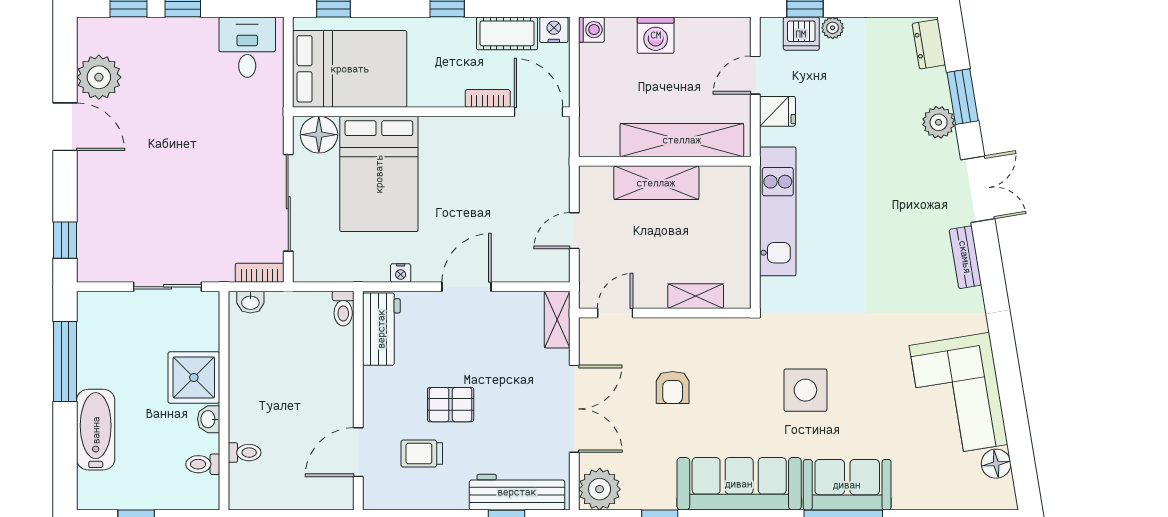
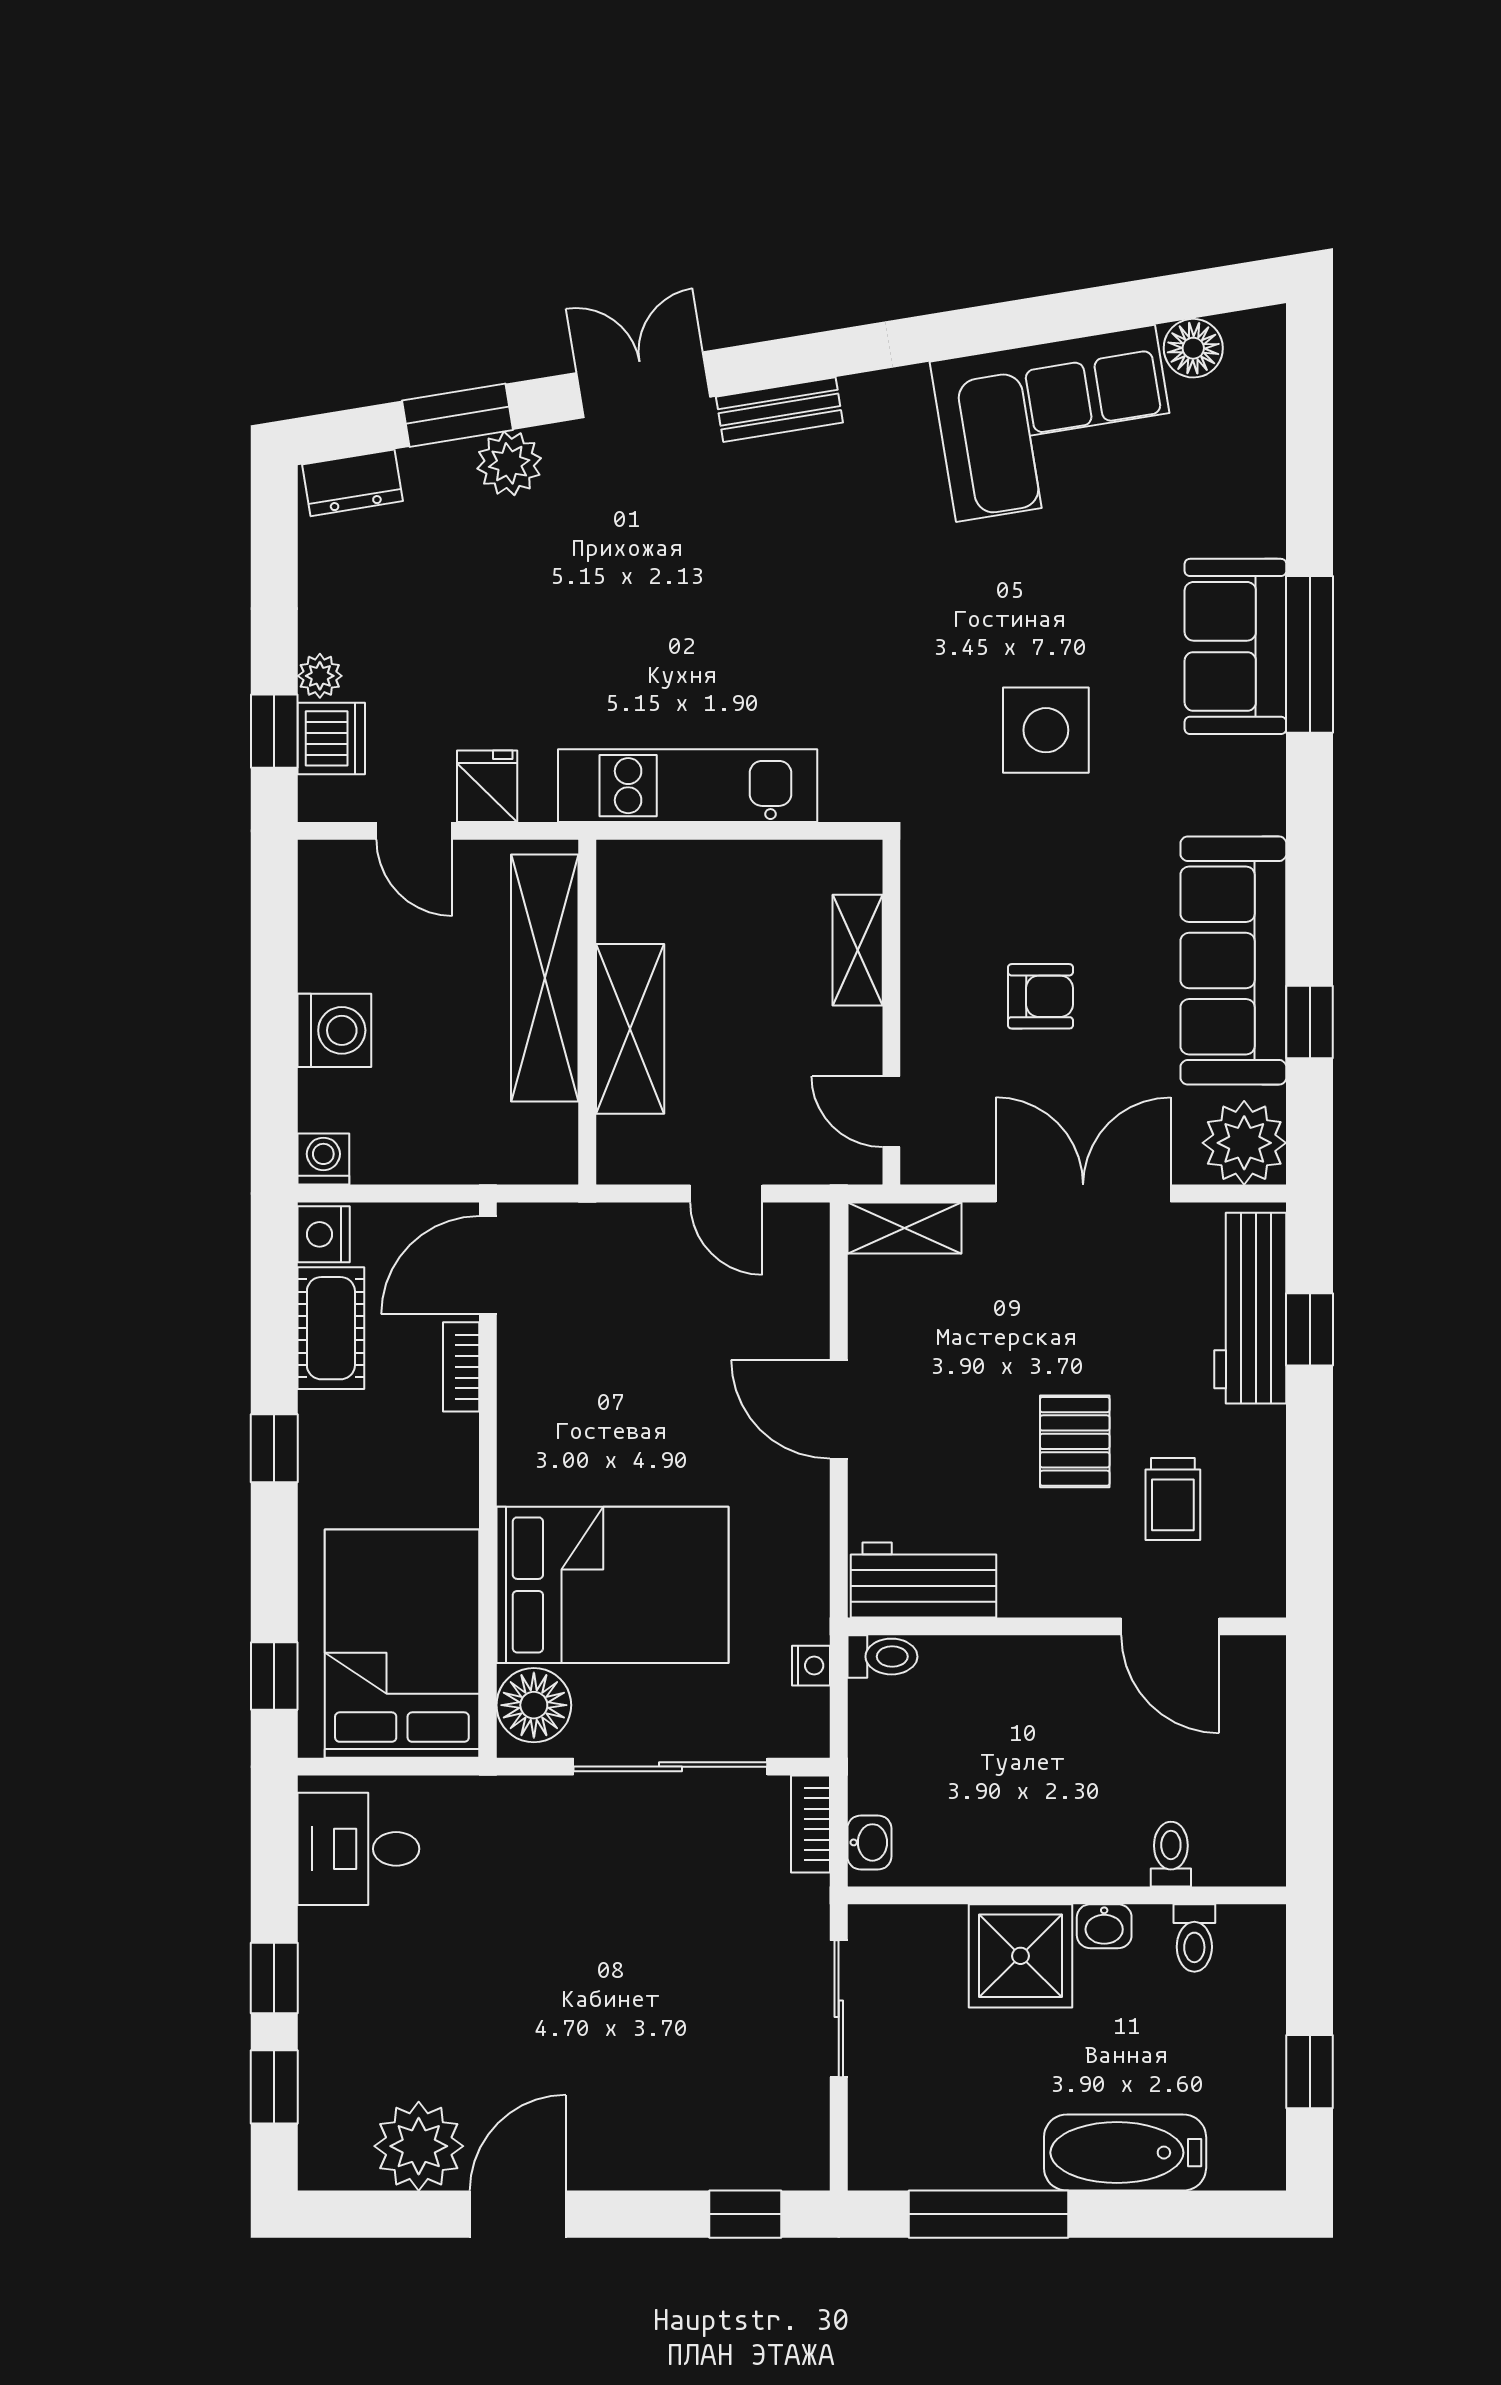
nightstand: (401, 273) -> (811, 1666), moved
sofa: (739, 484) -> (1233, 961), moved

